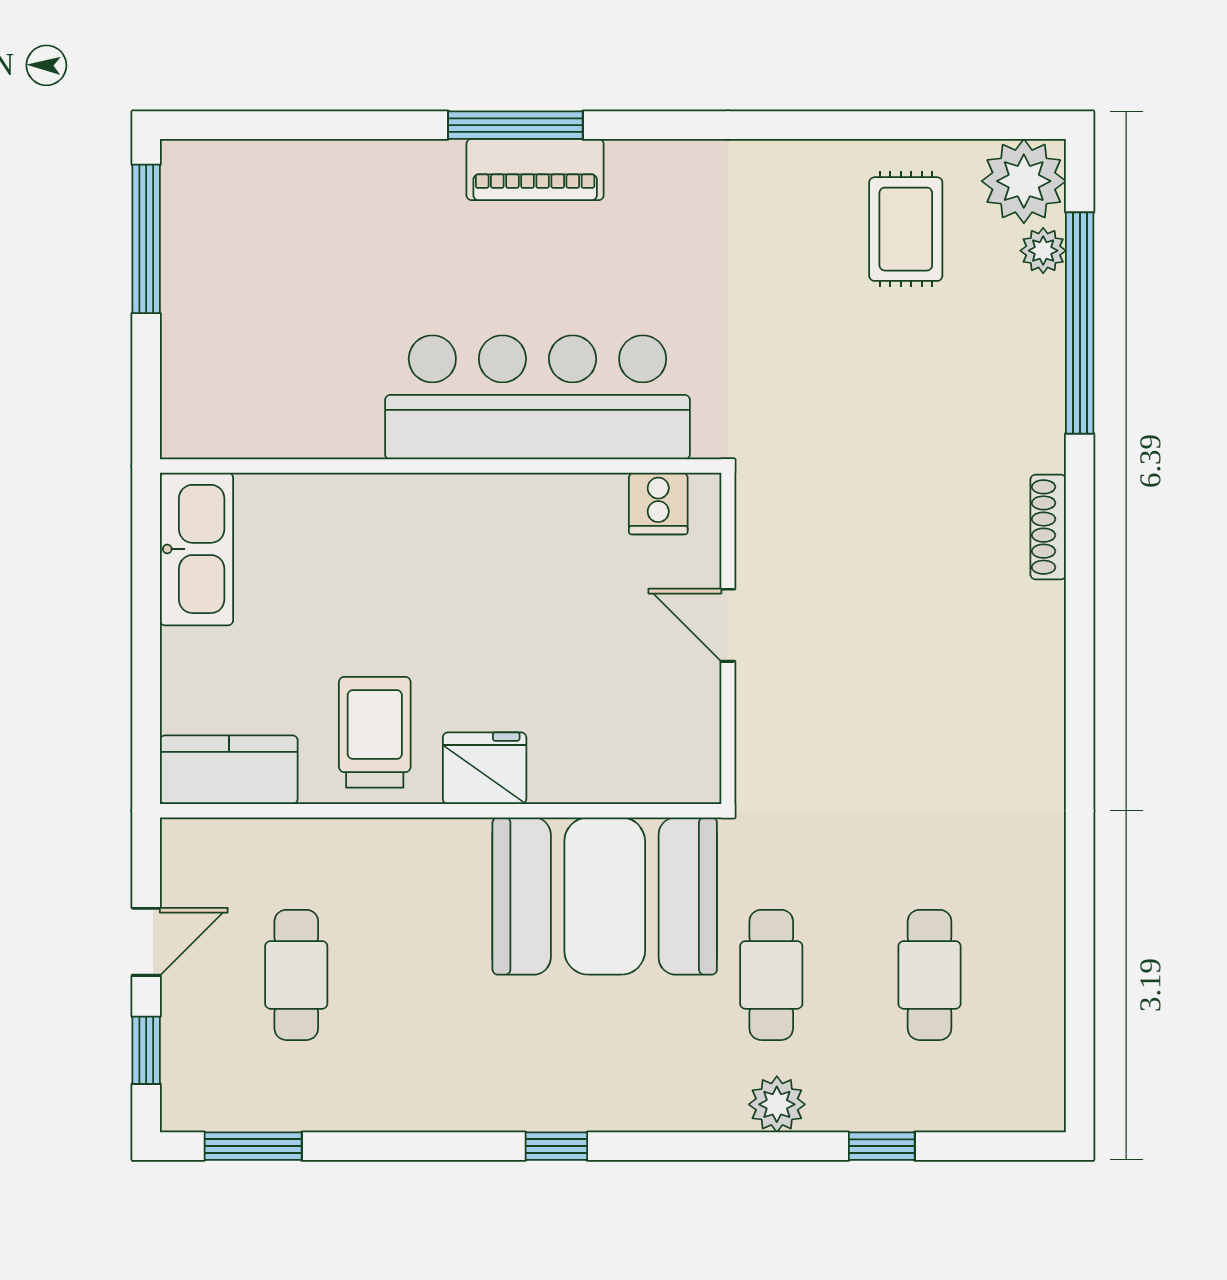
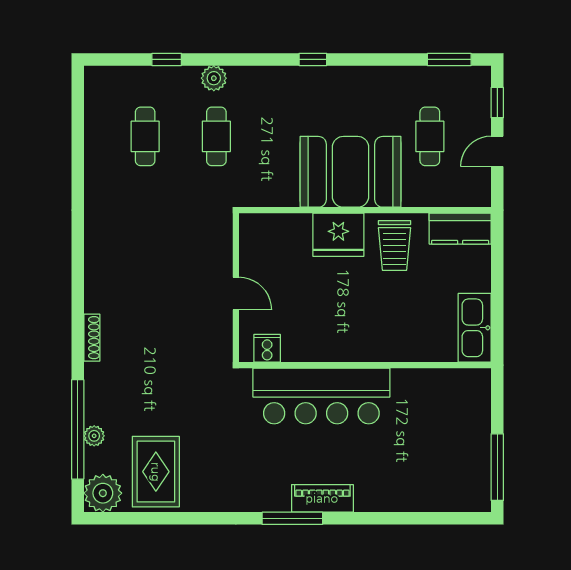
window: (515, 125) -> (292, 518), moved
rug: (906, 229) -> (156, 472), width x1.36, depth x1.43
plant: (1043, 251) -> (94, 436), moved
fridge: (485, 768) -> (338, 235), width x1.36, depth x1.34
booth: (605, 896) -> (351, 172), moved

